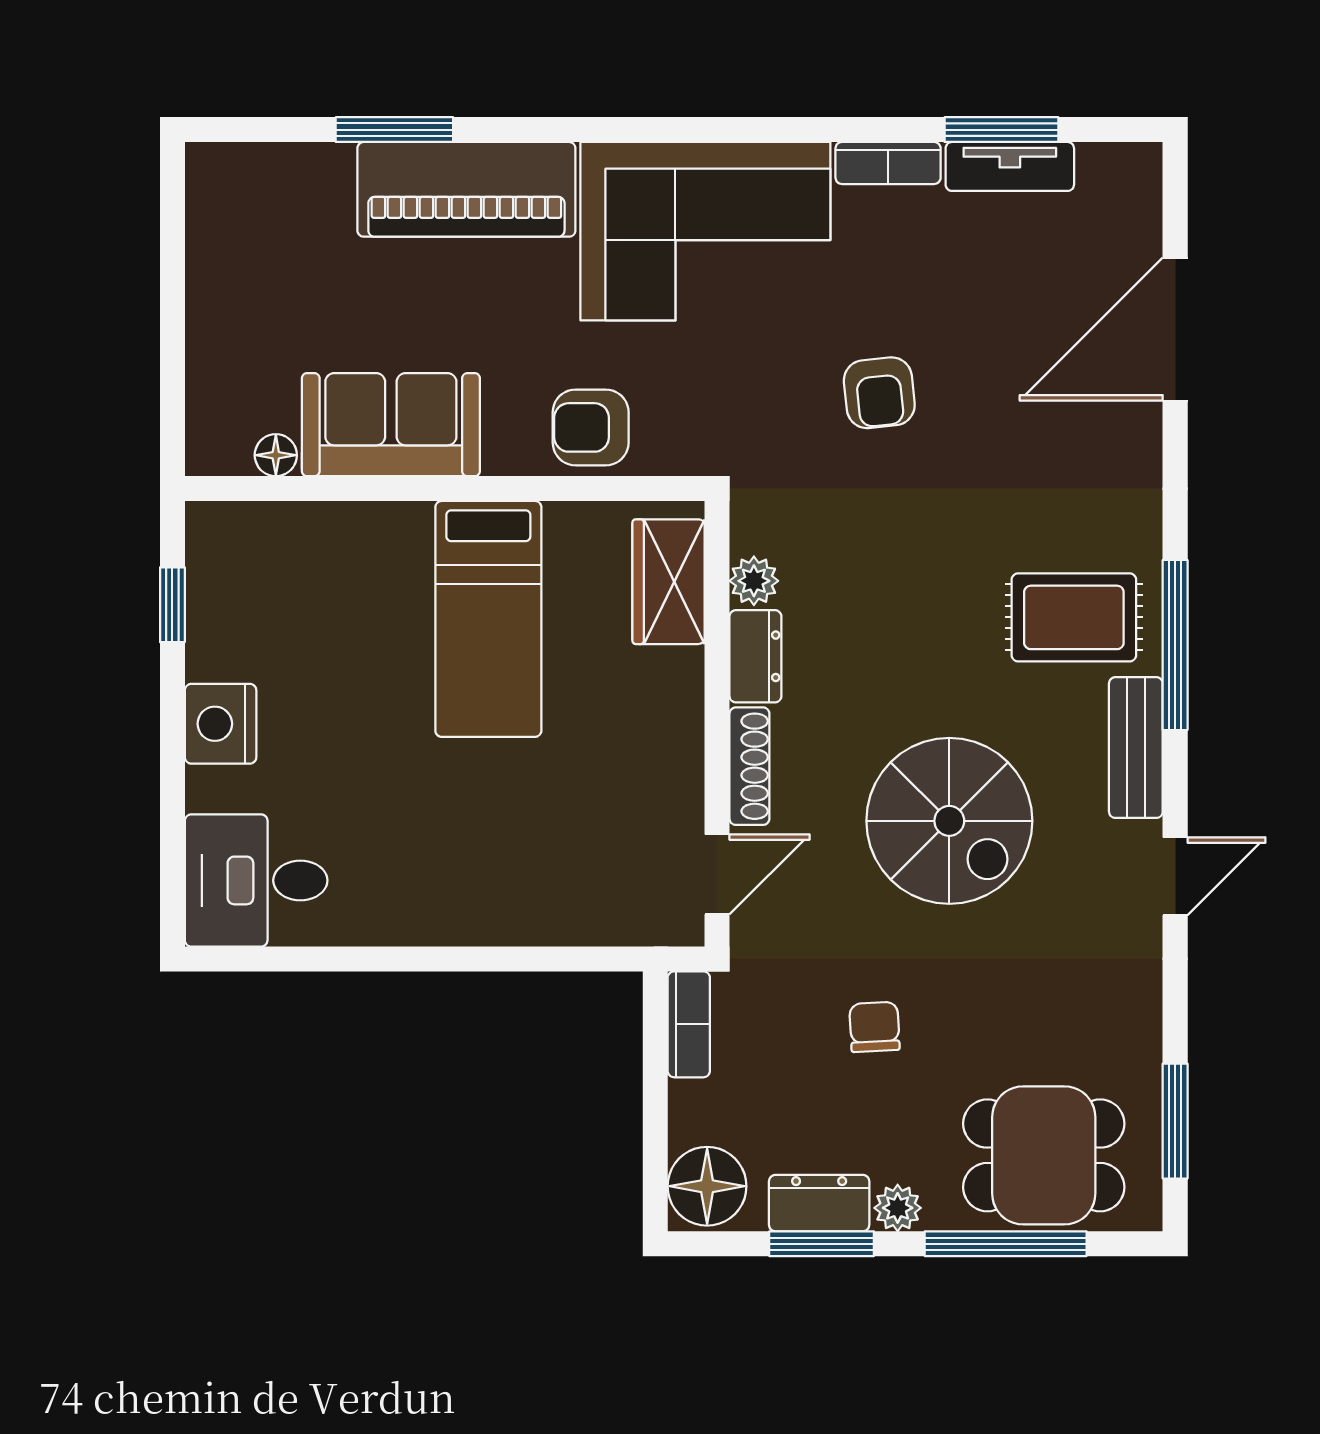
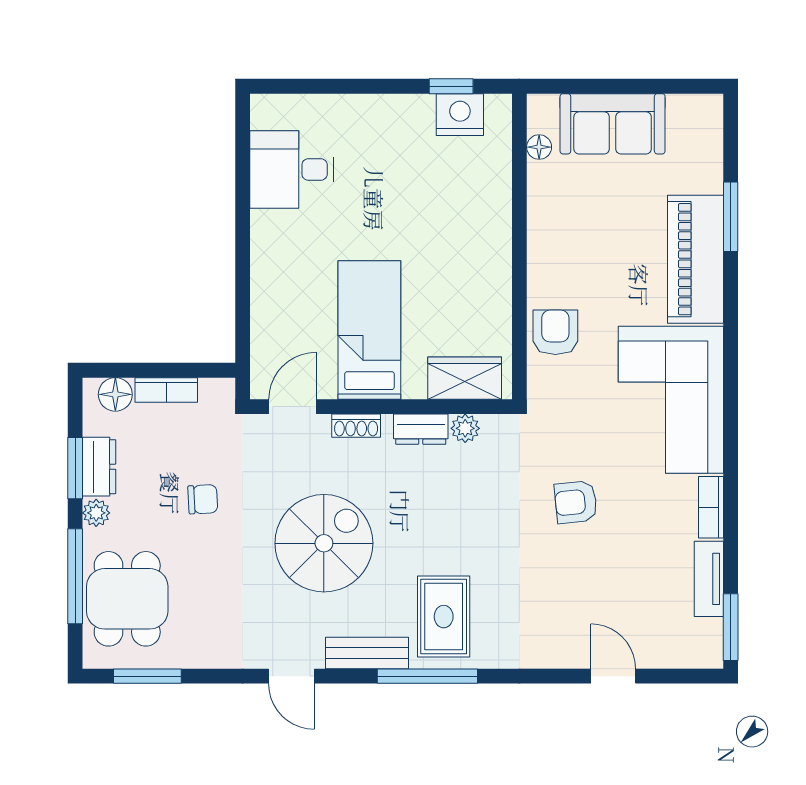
window: (1001, 130) -> (731, 627), moved
door: (1175, 329) -> (613, 676), width x0.53
sofa: (391, 425) -> (613, 124), moved, turned 90
bed: (488, 619) -> (369, 330), moved, turned 90
nightstand: (221, 724) -> (460, 115), moved
shoe rack: (749, 766) -> (356, 426), width x0.70
spiral stairs: (949, 821) -> (324, 543), turned 180
door: (717, 874) -> (292, 407), swing flipped
desk: (256, 880) -> (292, 169), moved, turned -90
bookcase: (689, 1024) -> (166, 390), moved
floor lamp: (707, 1186) -> (115, 394), width x0.73, depth x0.73

